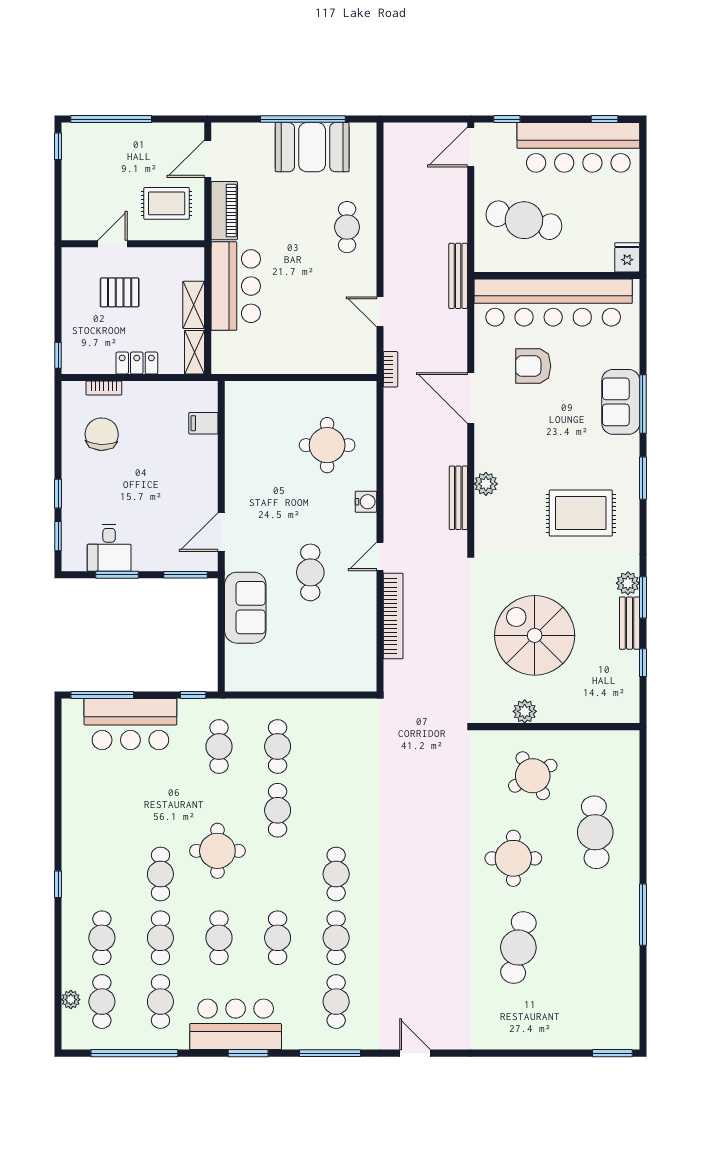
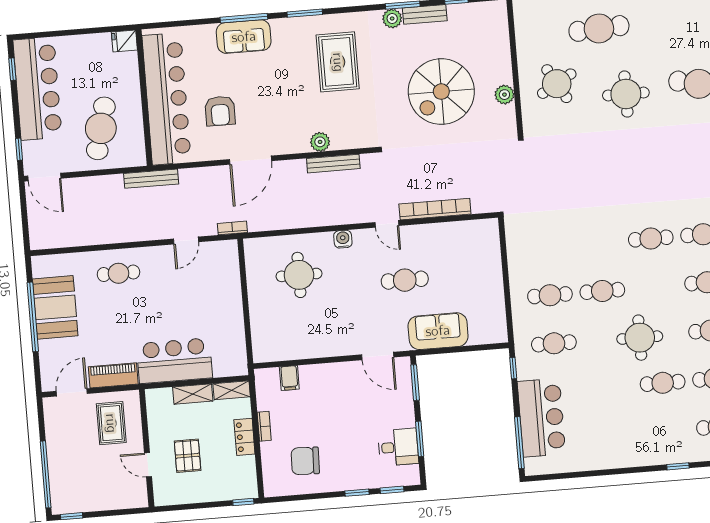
door: (208, 159) -> (72, 392), swing flipped
bookcase: (104, 388) -> (264, 426), moved

